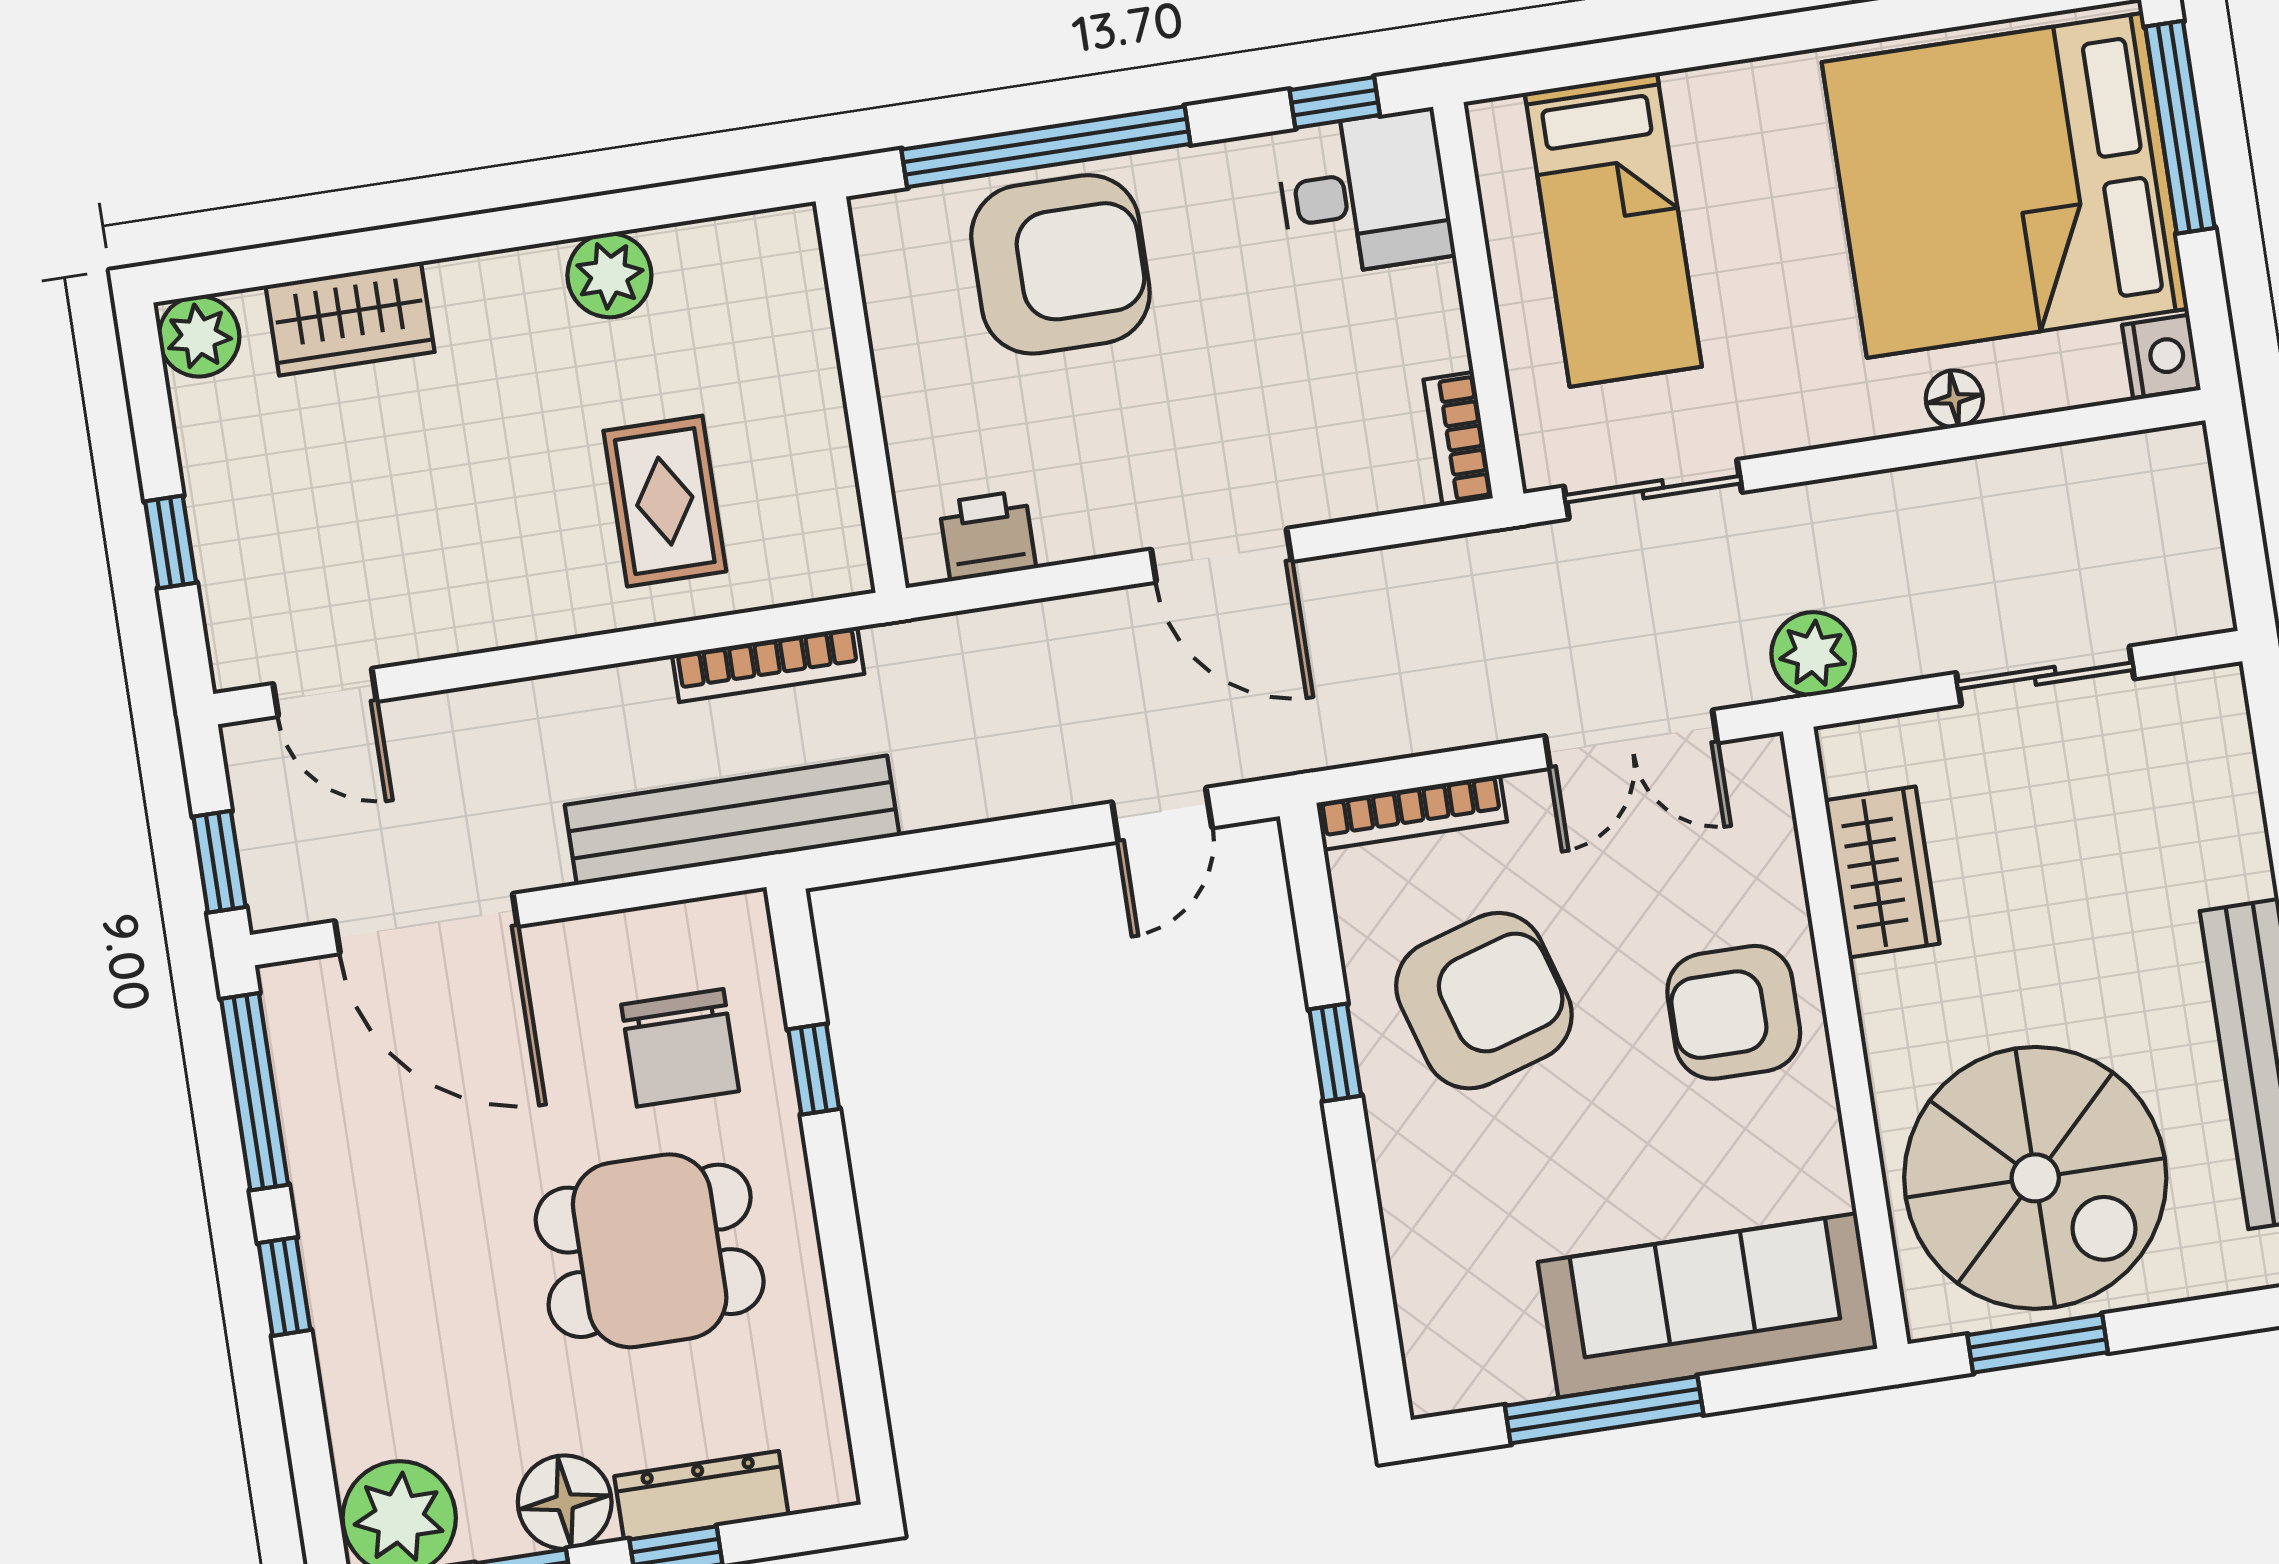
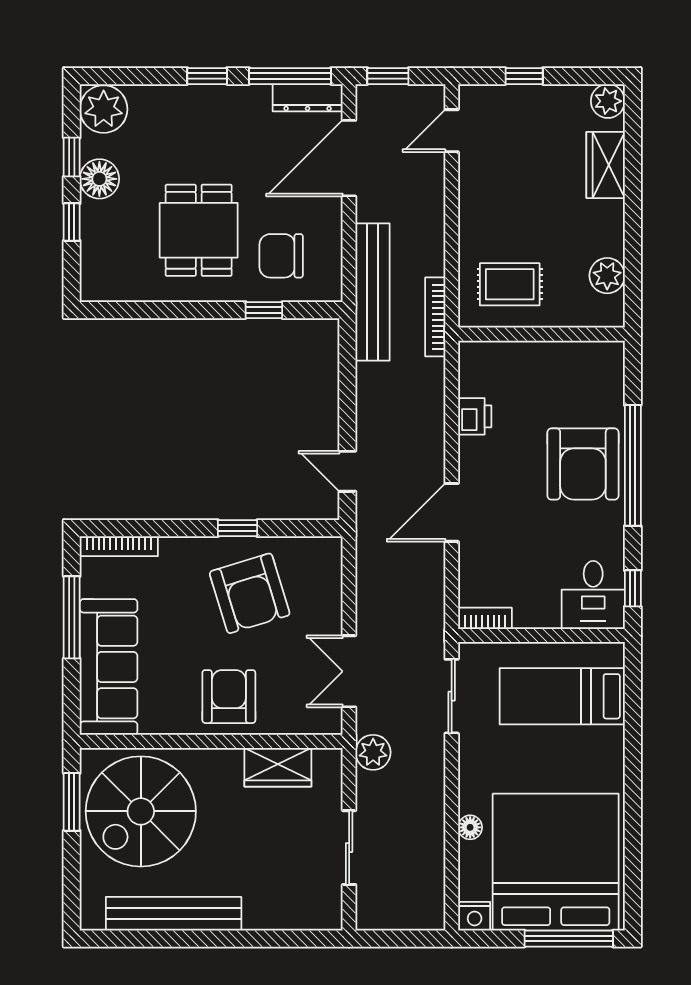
wall: (861, 395) -> (541, 334), moved
bookcase: (1412, 812) -> (119, 546), moved, turned -90
dresser: (701, 1496) -> (308, 98), moved, turned 90

